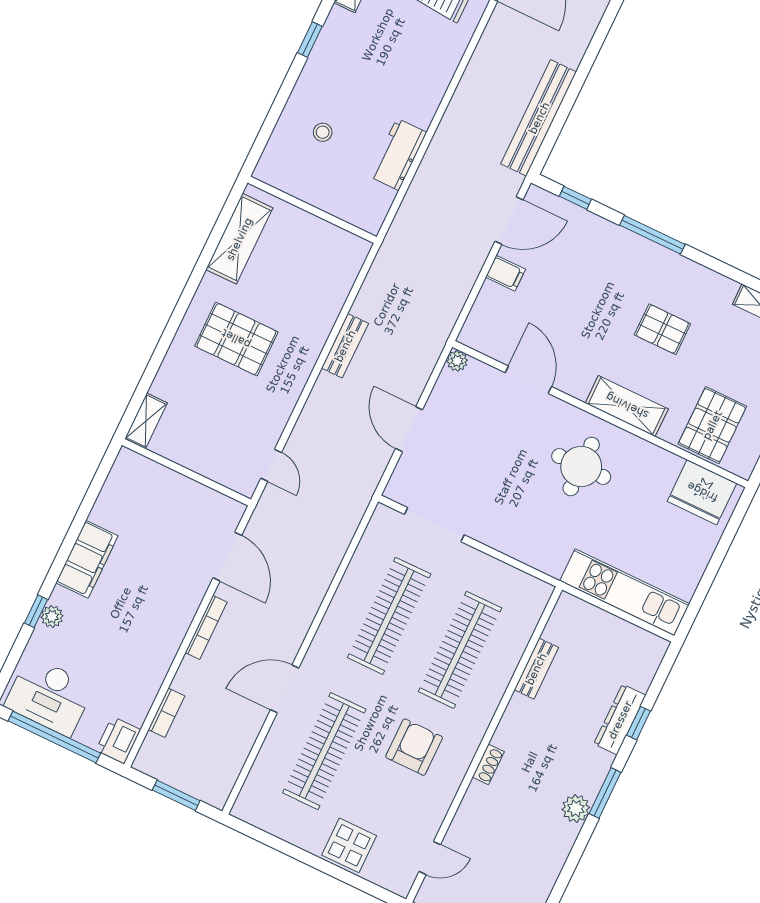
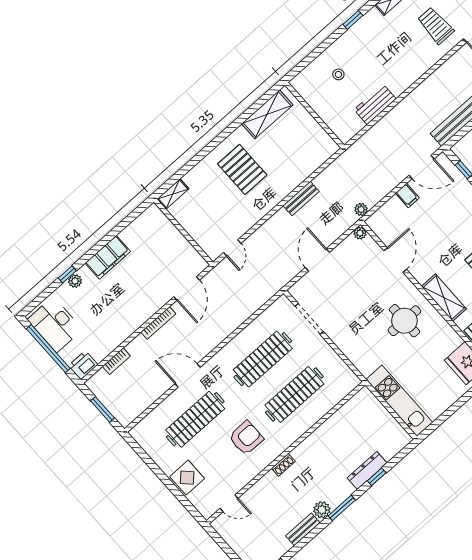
plant: (444, 324) -> (361, 209), added
bench: (536, 669) -> (303, 529), moved

